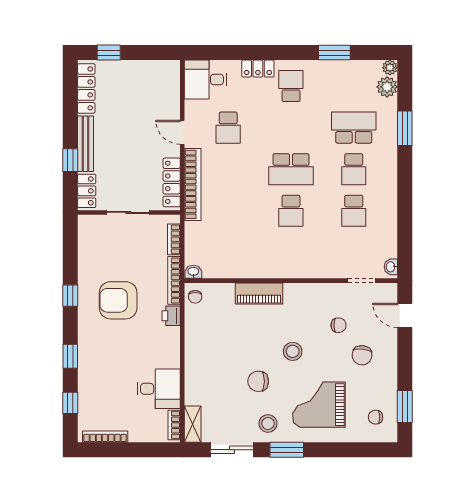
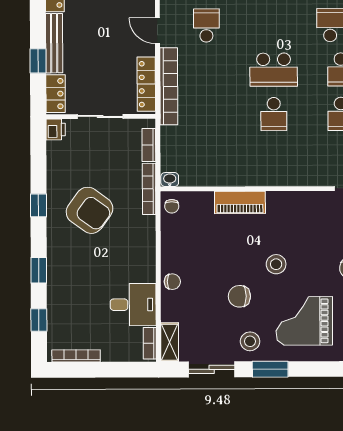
school desk: (228, 128) -> (206, 25), turned 180
armchair: (118, 300) -> (90, 210), turned -144
printer: (171, 316) -> (56, 130), moved, turned 180
chair: (339, 325) -> (172, 282), moved

